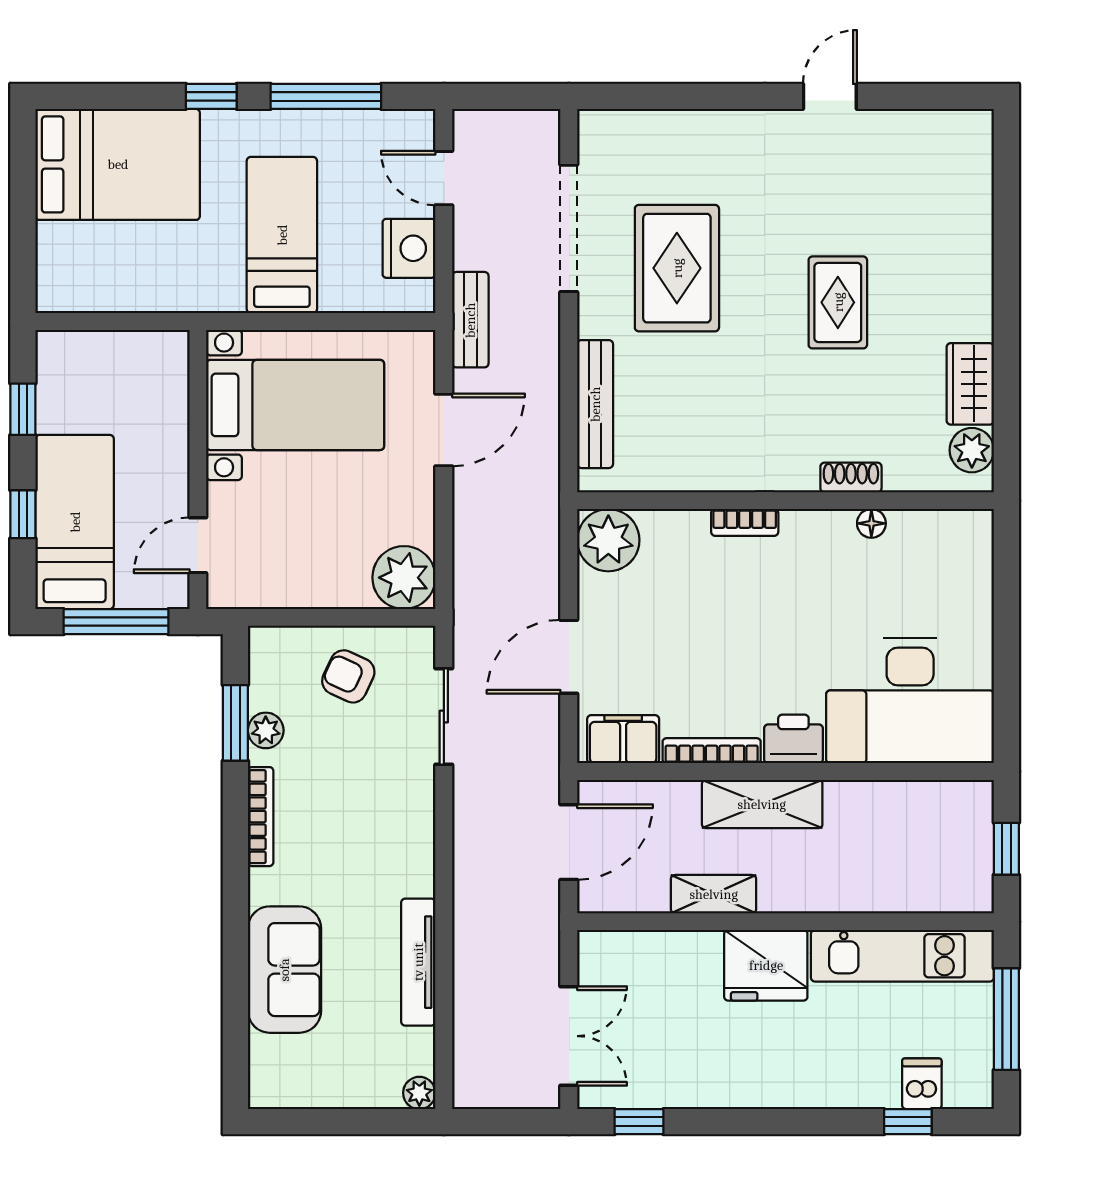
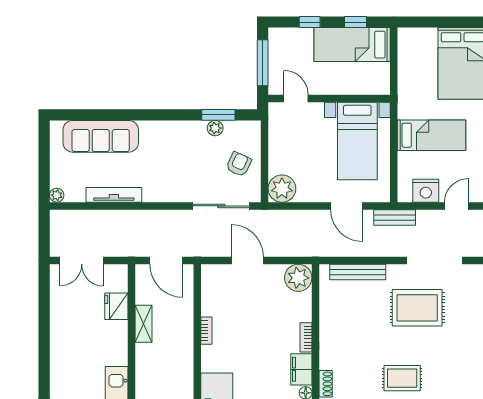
bed: (75, 522) -> (352, 45), moved, turned 180
sliding door: (444, 716) -> (221, 206), width x1.37
filing cabinet: (623, 739) -> (301, 369), moved, turned 180
printer: (793, 739) -> (211, 359), removed
bookcase: (712, 751) -> (206, 331), width x0.64
shelving: (762, 804) -> (183, 345), removed
bookcase: (261, 817) -> (177, 126), removed
fridge: (766, 965) -> (116, 306), moved, width x0.73, depth x0.75
sofa: (284, 970) -> (101, 136), width x1.36
window: (639, 1122) -> (44, 291), removed

